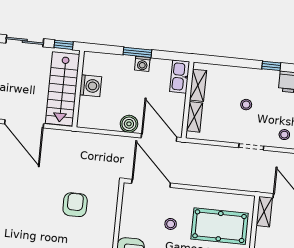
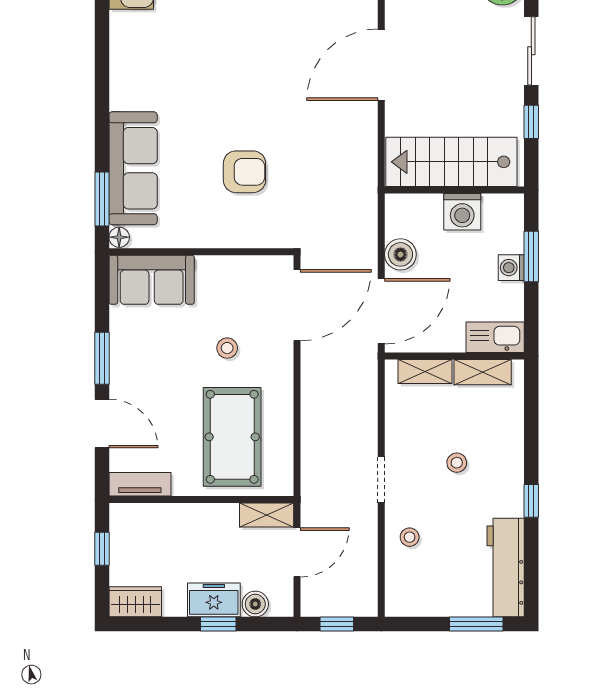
washing machine: (90, 86) -> (462, 212), moved
stairs: (63, 89) -> (451, 162), moved
wall: (78, 89) -> (454, 190), moved

